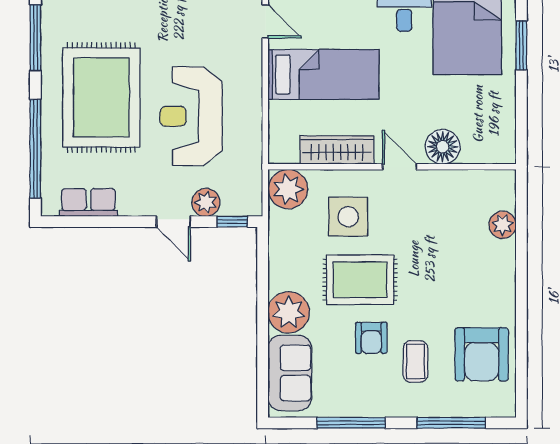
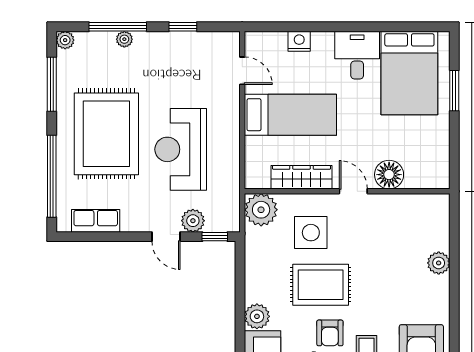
plant: (503, 225) -> (439, 263), moved
plant: (289, 312) -> (257, 316), width x0.73, depth x0.73

